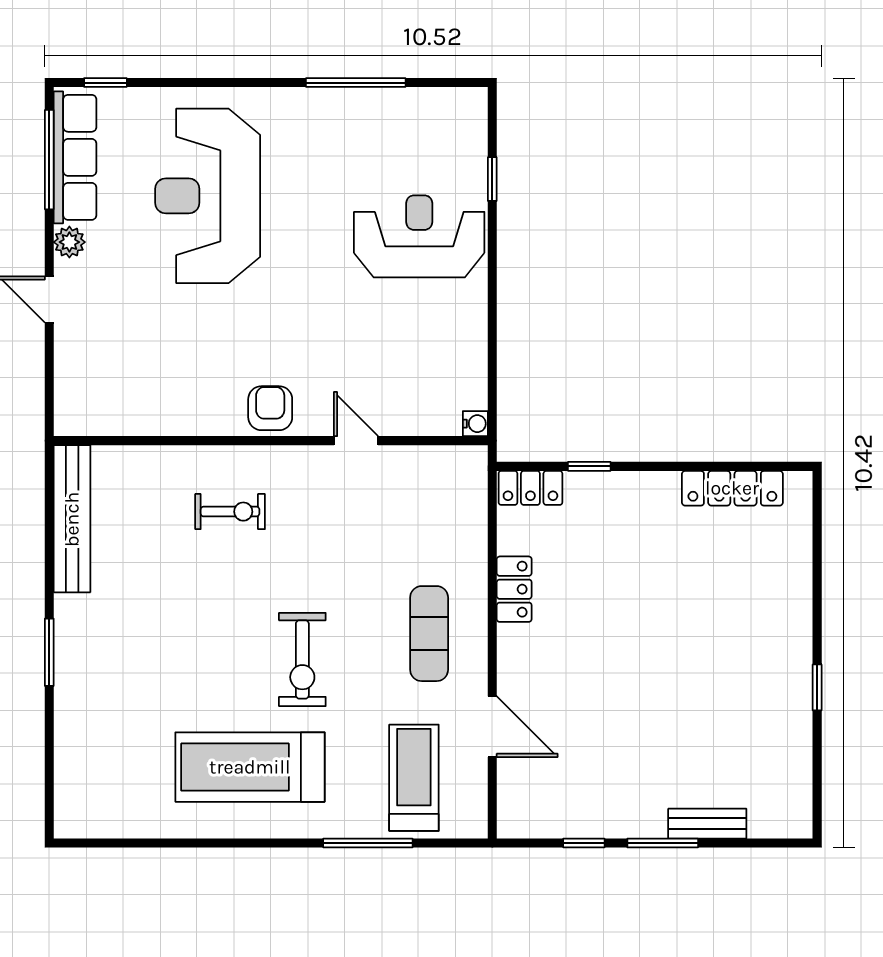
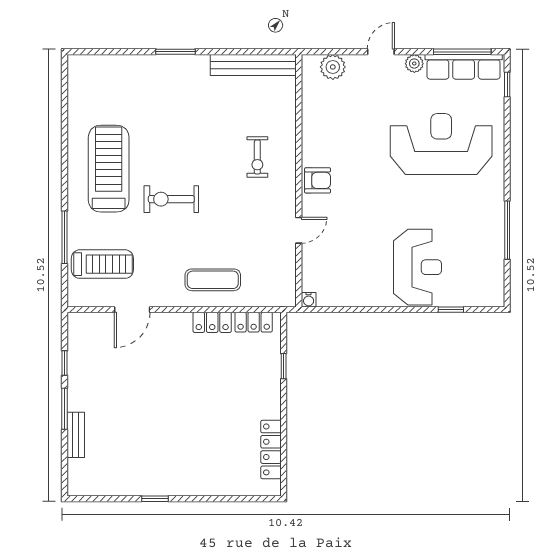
plant: (75, 382) -> (333, 67), added
locker: (530, 488) -> (254, 322), moved, turned -90
exercise mat: (429, 634) -> (213, 280), moved

